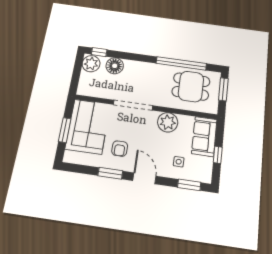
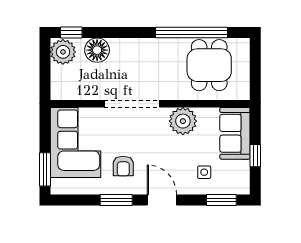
dining table: (191, 86) -> (209, 65), turned 90
window: (223, 89) -> (255, 62), removed
window: (65, 130) -> (45, 169), moved

